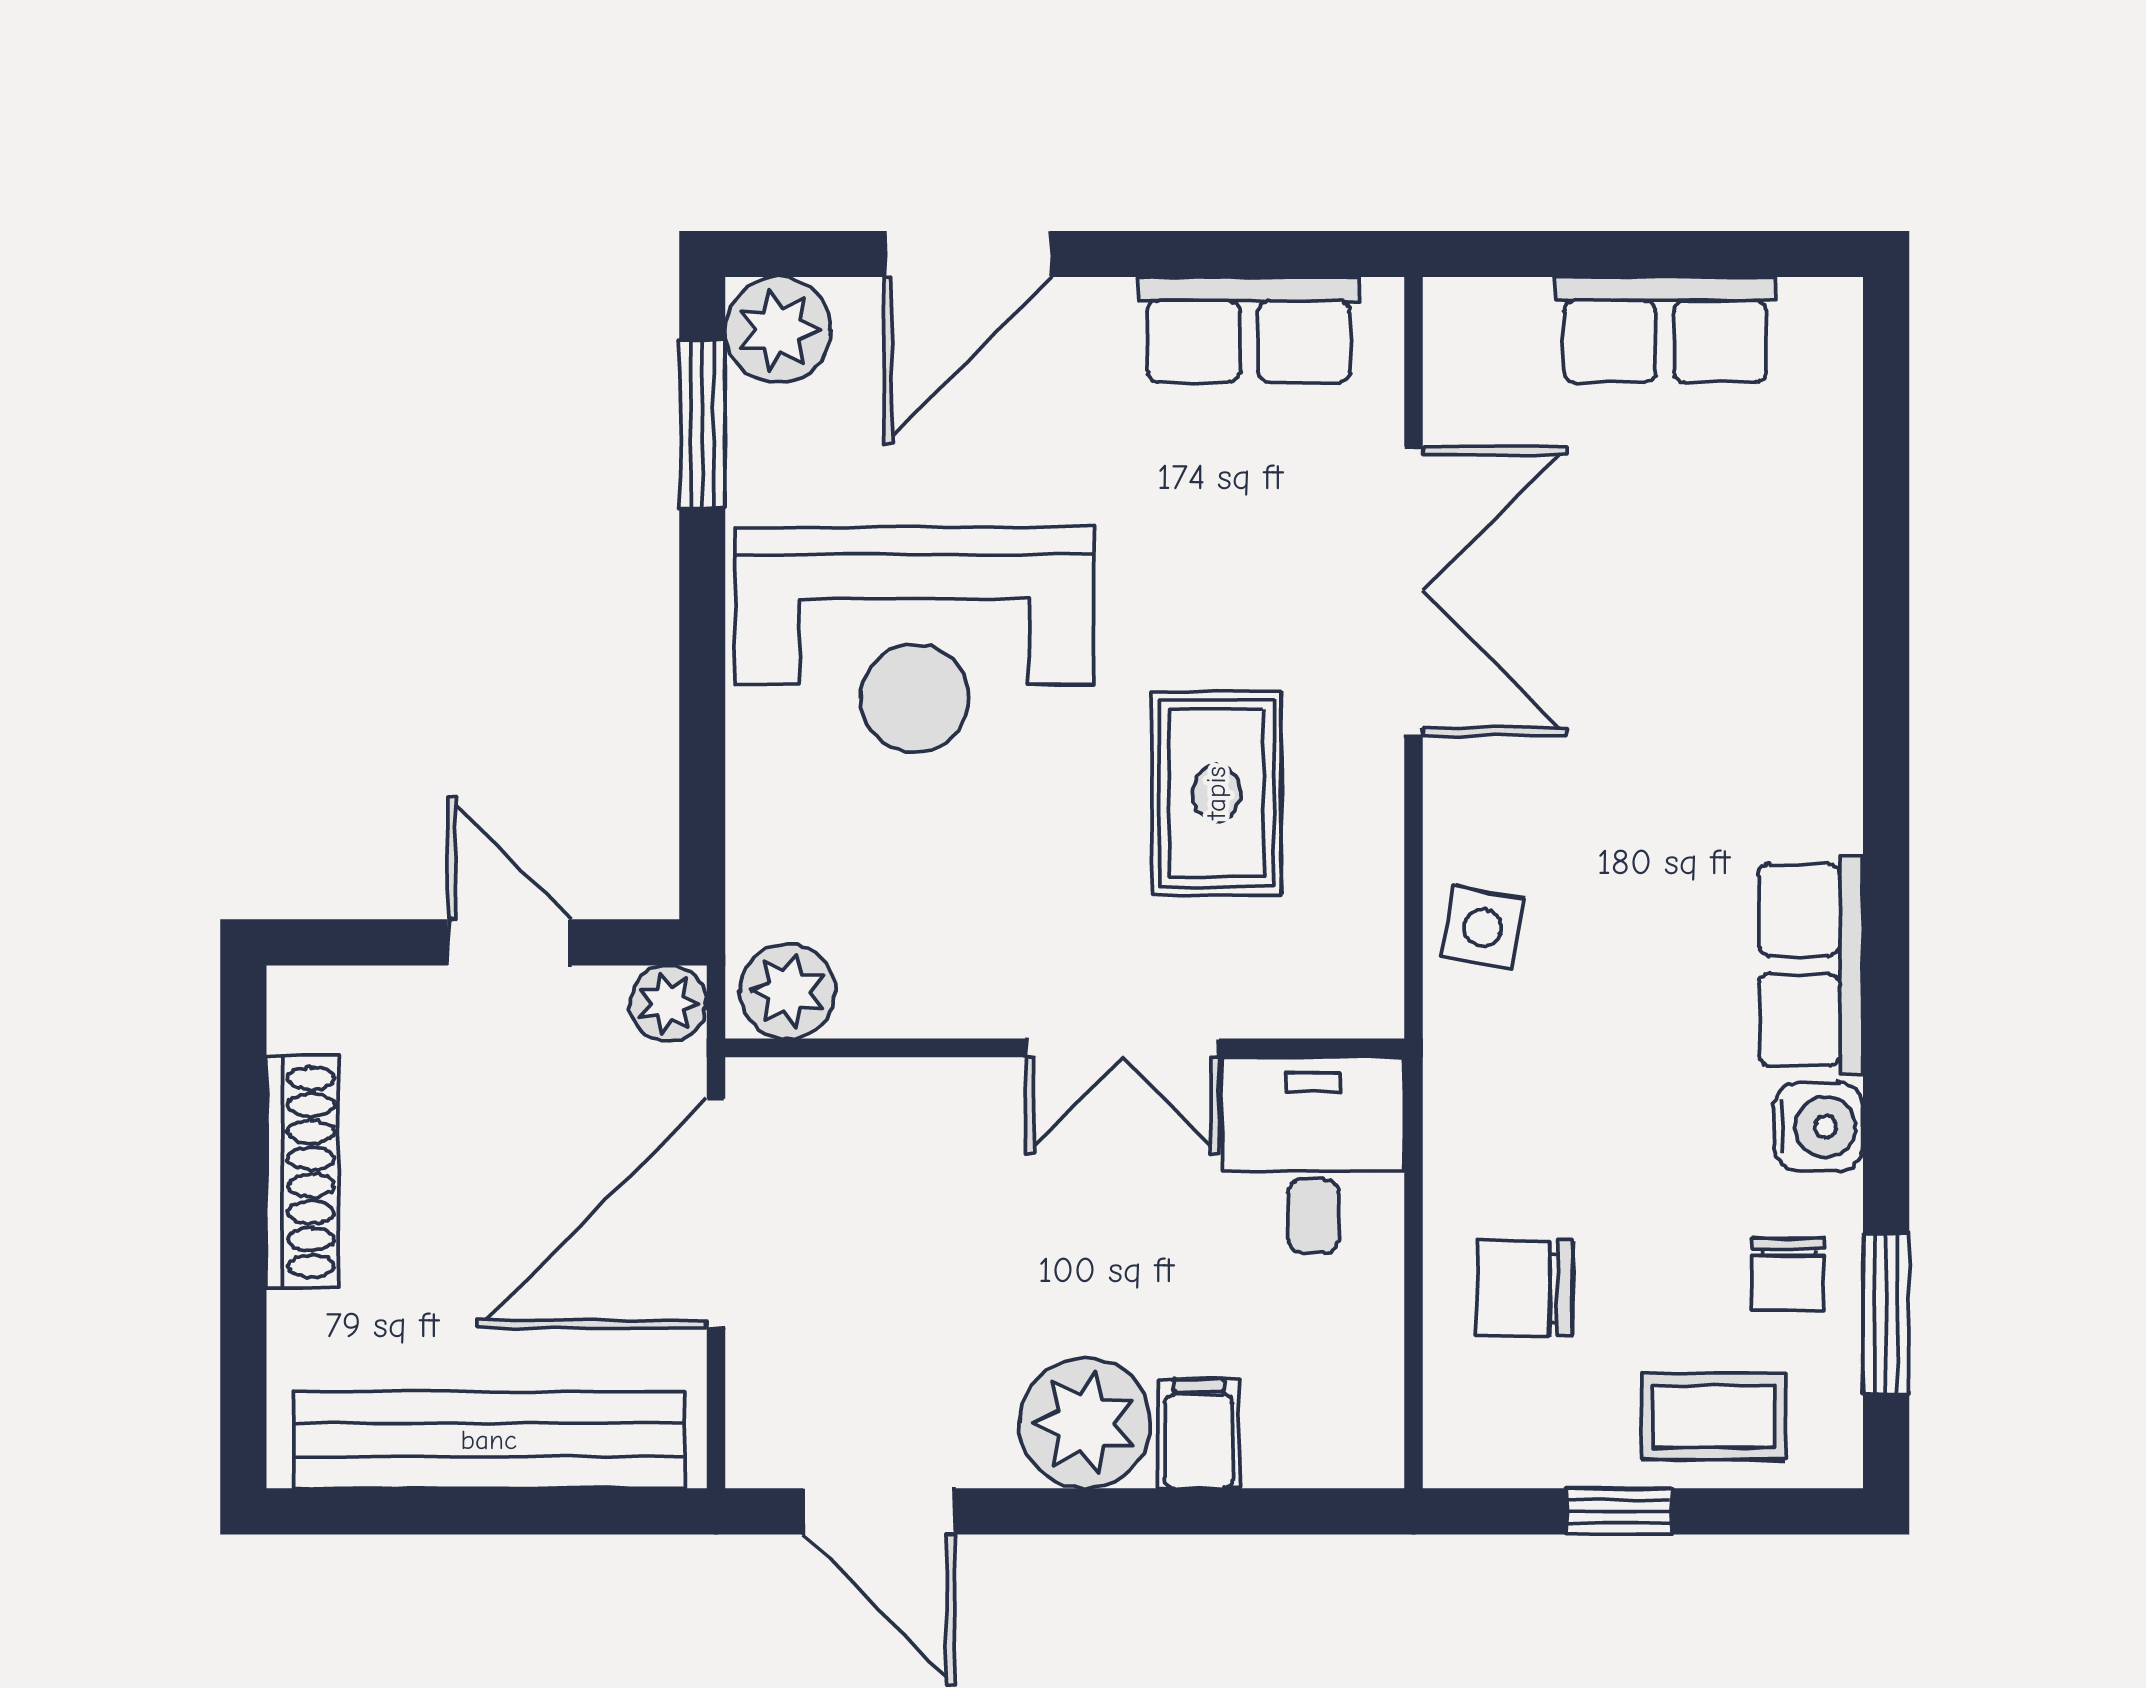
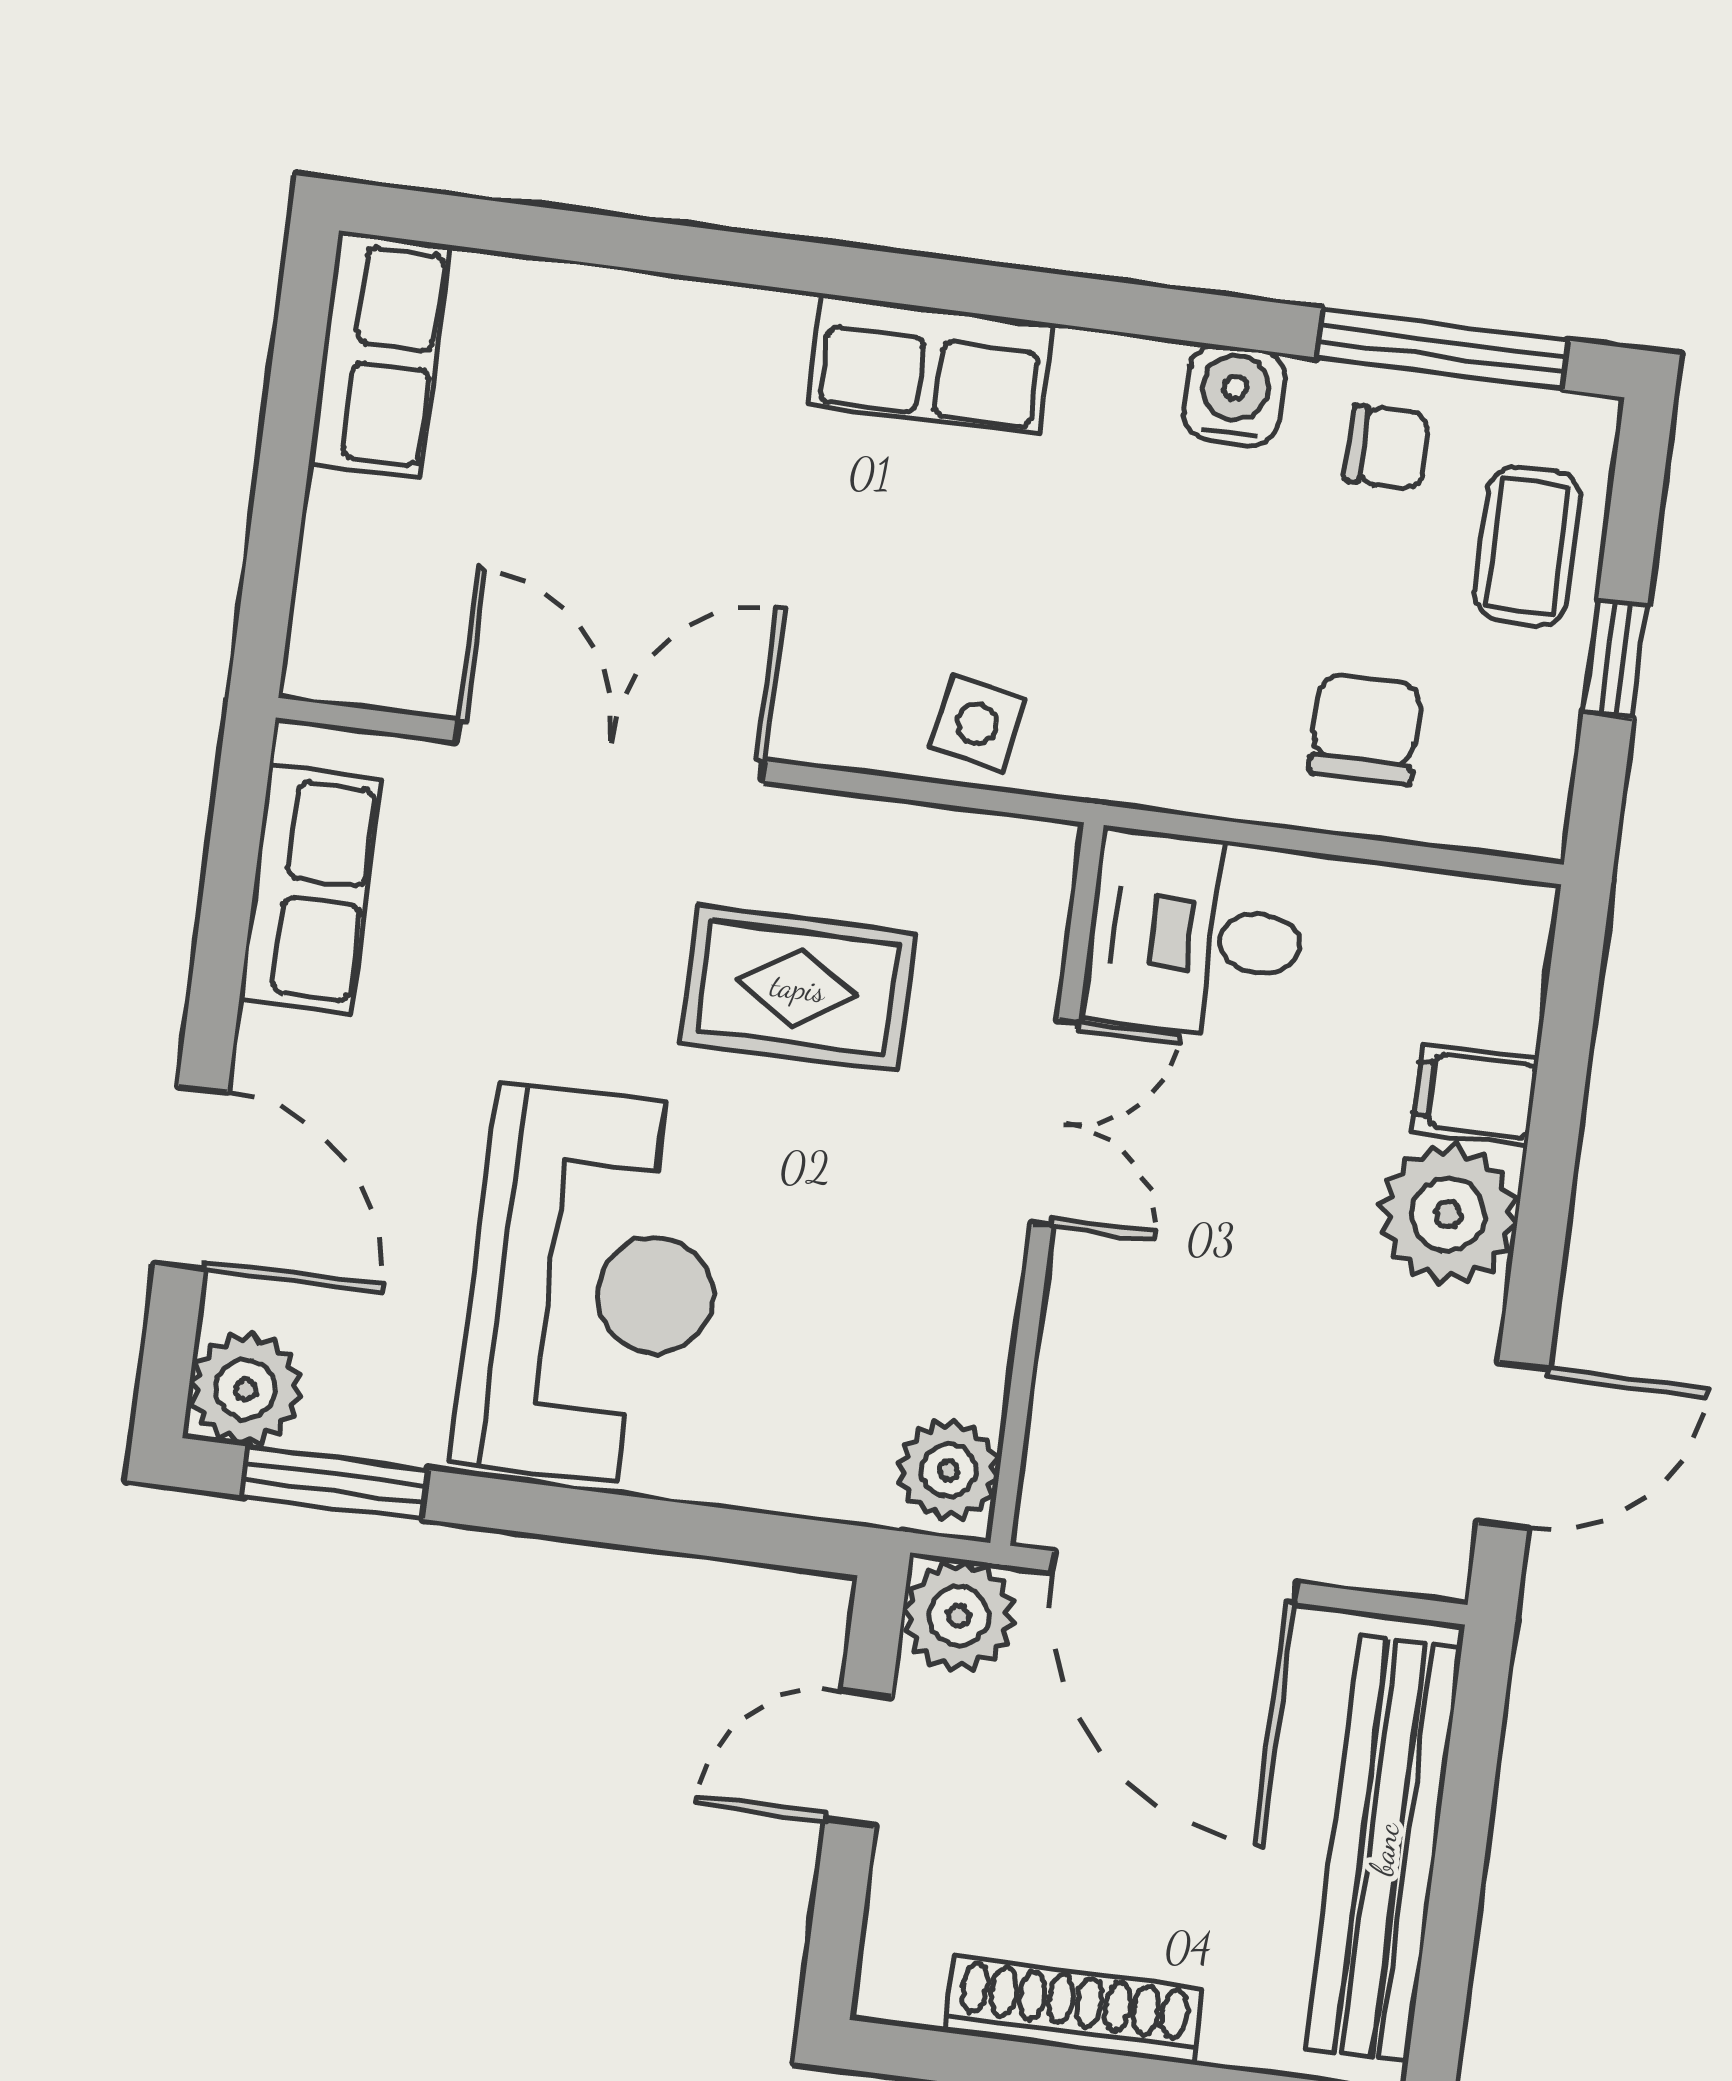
row of seats: (1665, 330) -> (380, 355), moved
row of seats: (1811, 965) -> (931, 364), moved
plant: (668, 1004) -> (959, 1616), width x1.38, depth x1.38
chair: (1525, 1288) -> (1365, 729), turned 180
window: (1886, 1314) -> (1442, 349), width x1.44

